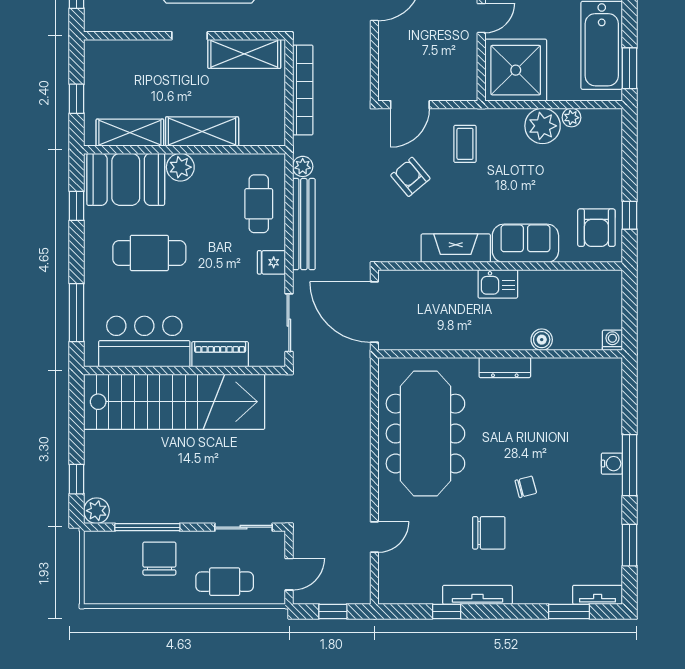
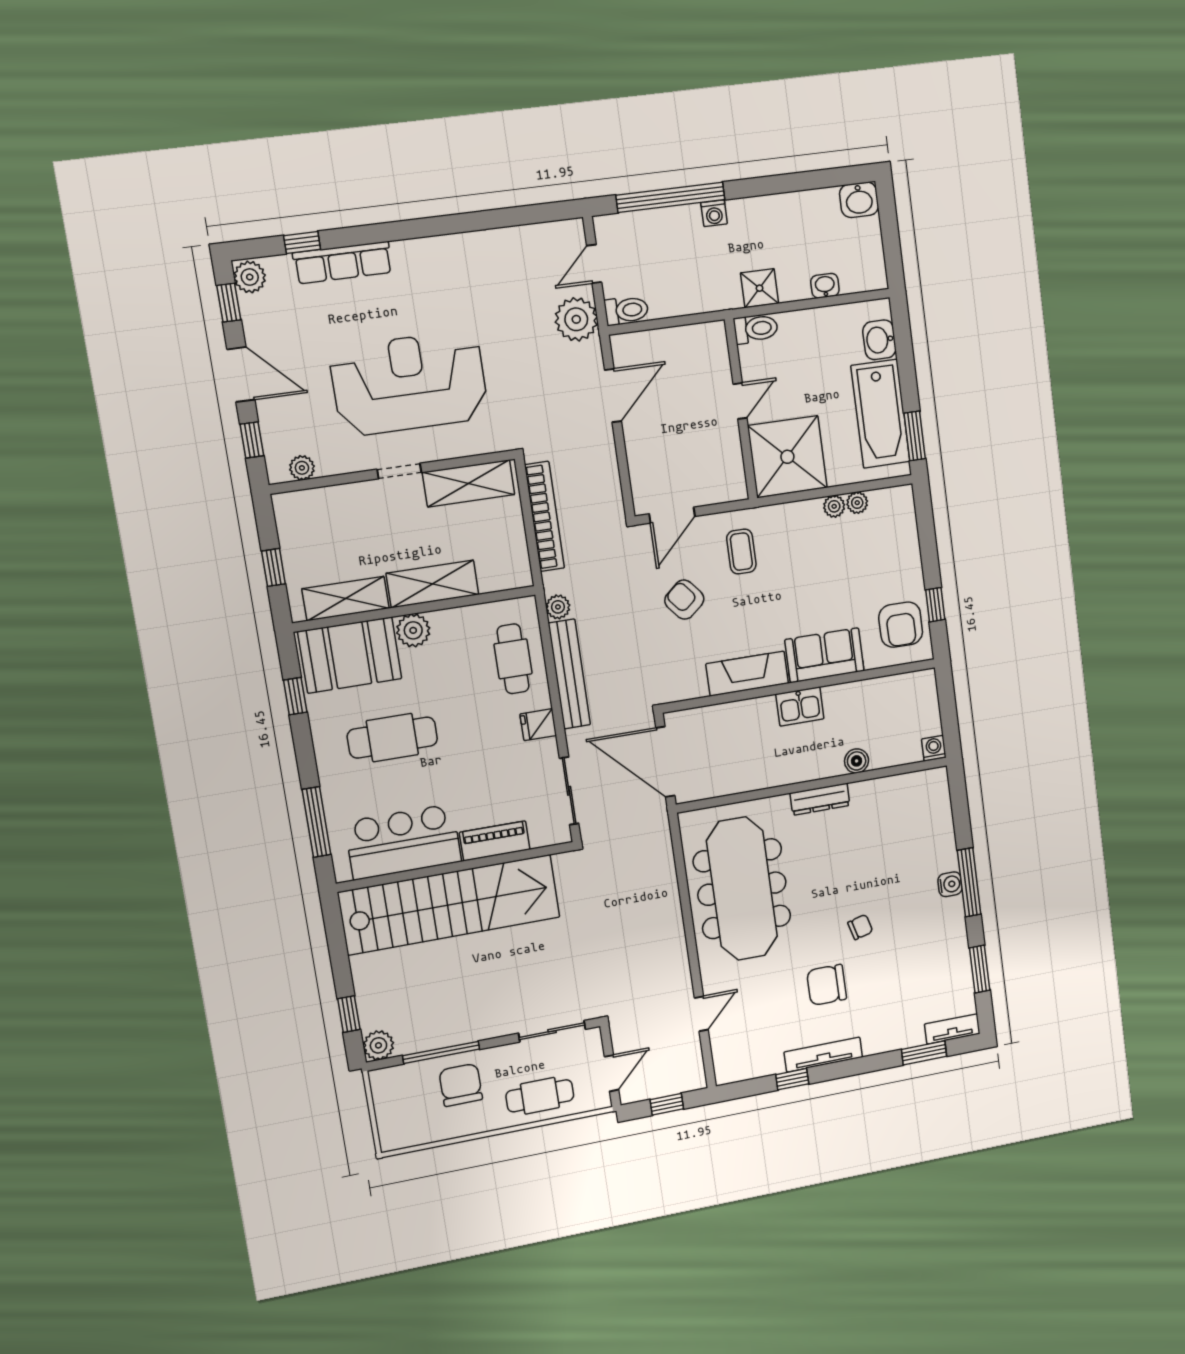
plant: (112, 22) -> (302, 468), added
plant: (543, 126) -> (834, 506), width x0.53, depth x0.53
chair: (489, 533) -> (827, 985), turned 180

